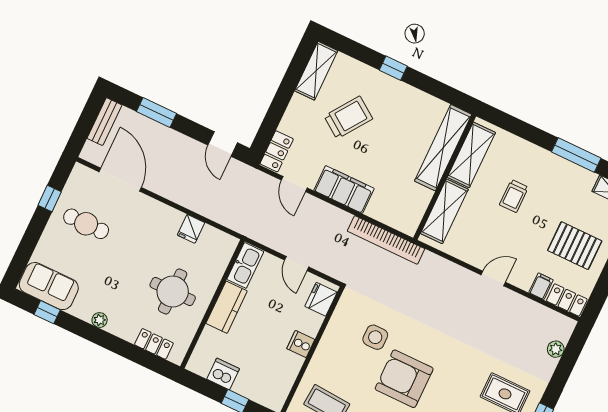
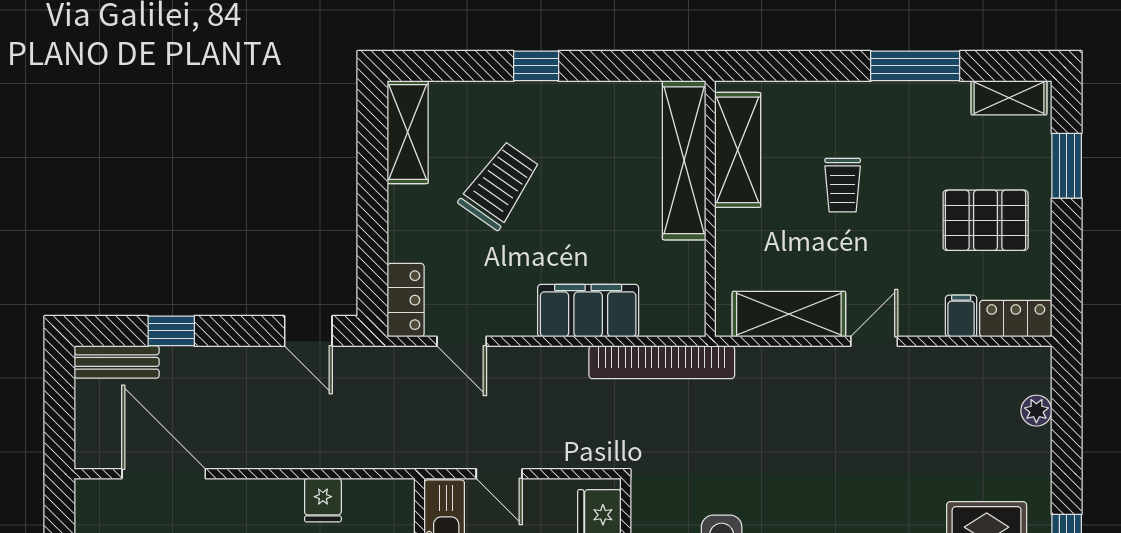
window: (157, 113) -> (171, 331), width x0.67
bench: (104, 122) -> (117, 362), moved, turned 90
filing cabinet: (344, 189) -> (588, 311), moved
shelving: (444, 211) -> (789, 314), moved, turned 90
door: (297, 263) -> (499, 474), moved

